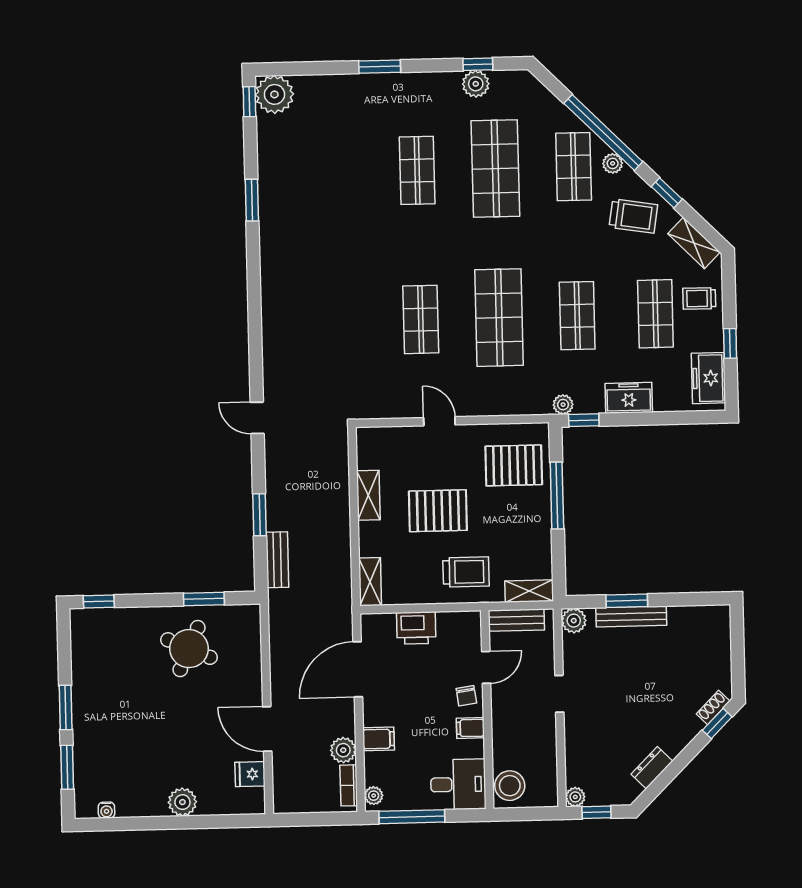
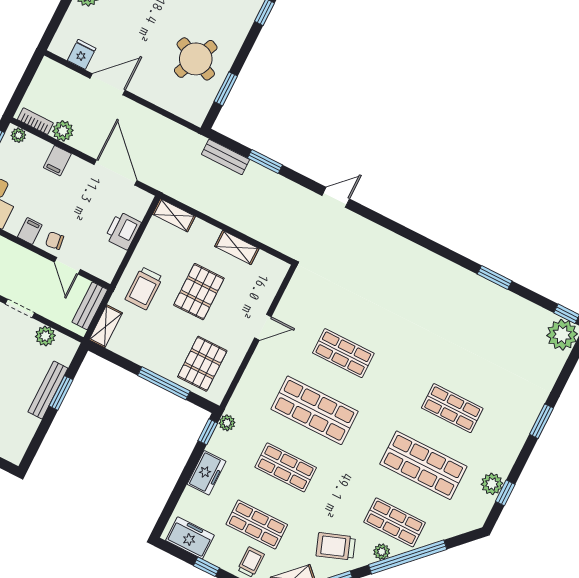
trolley: (633, 216) -> (336, 546), turned 61
plant: (574, 621) -> (45, 336), moved

